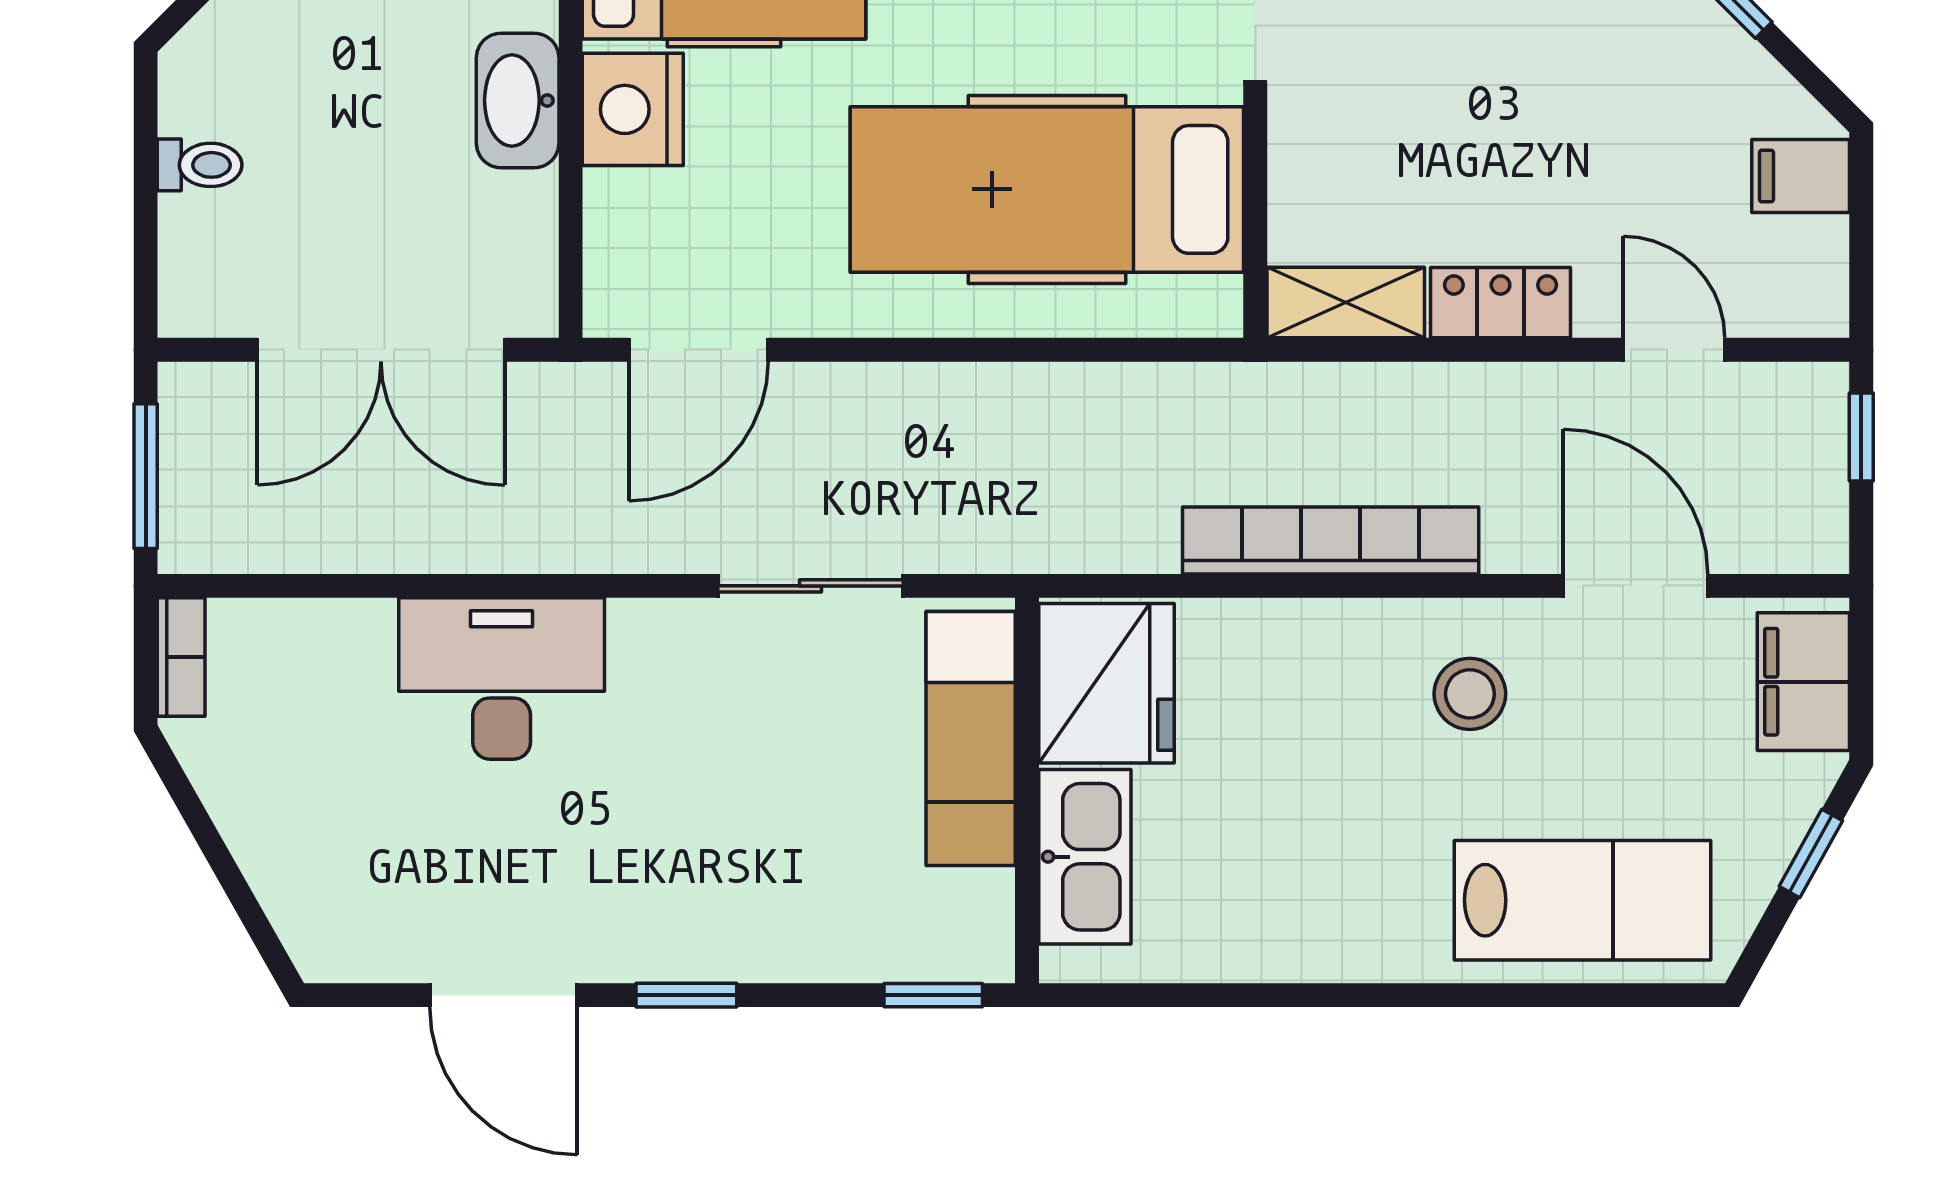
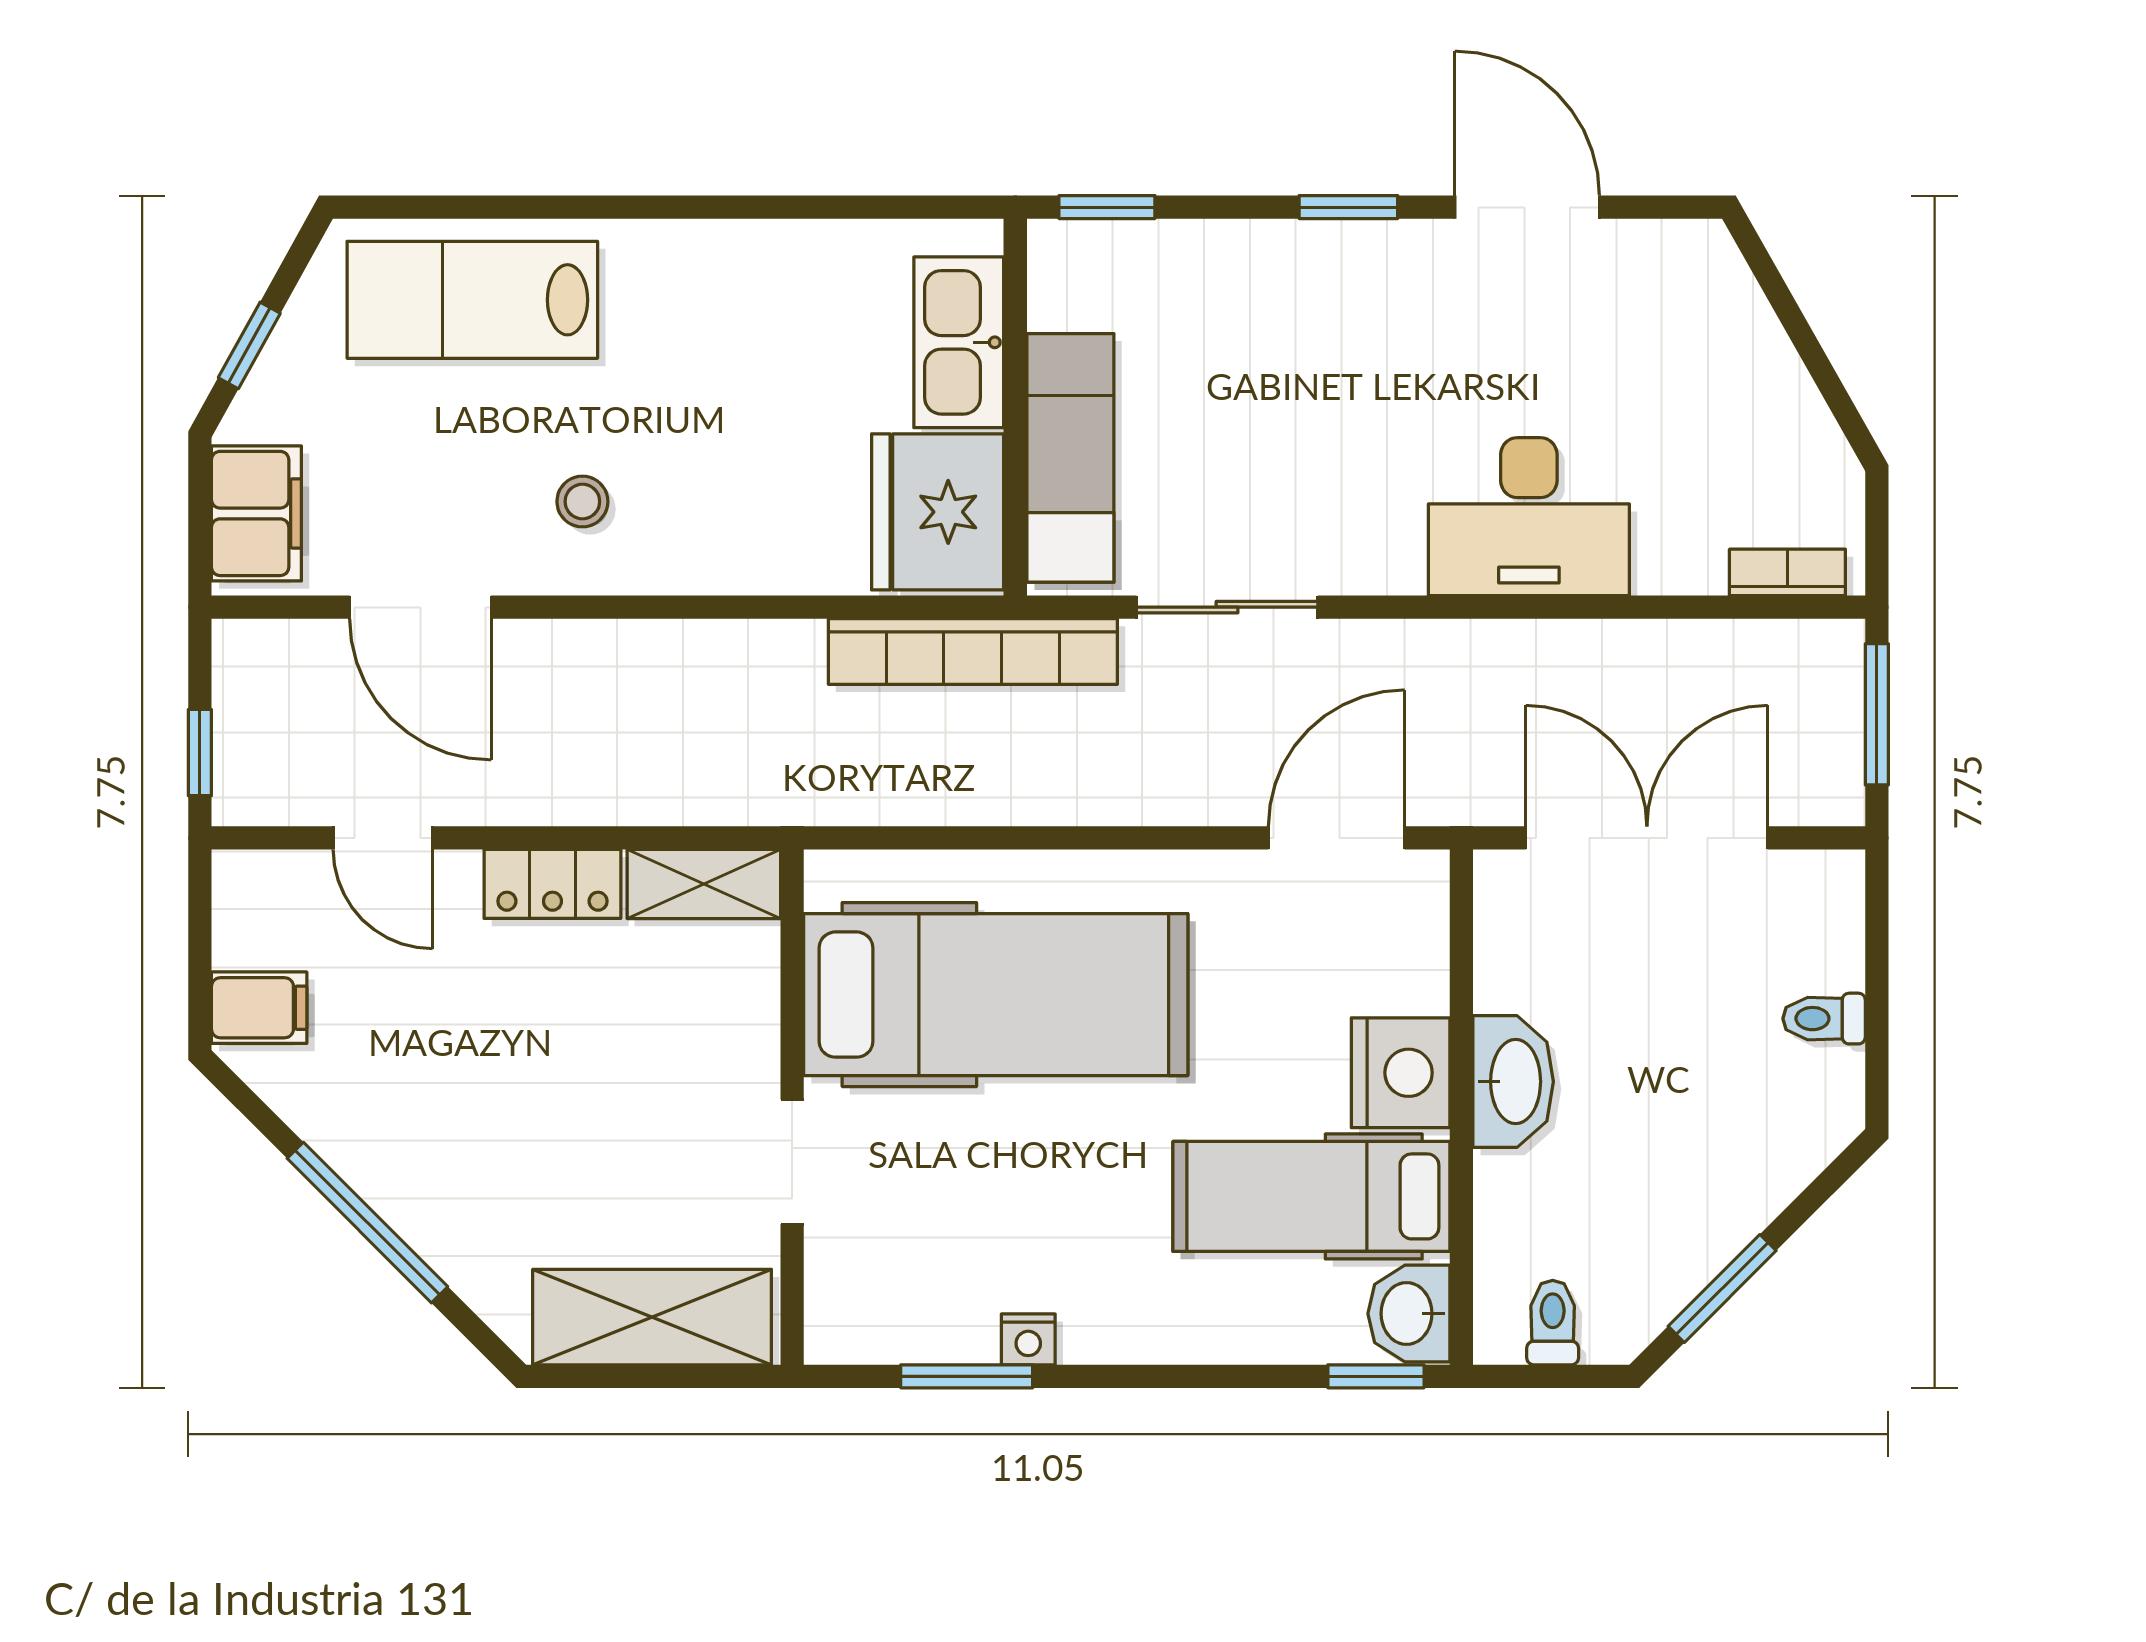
bookcase: (1331, 540) -> (973, 651), moved
bookcase: (181, 657) -> (1787, 572), moved, turned 90
stool: (1470, 694) -> (582, 502), width x0.73, depth x0.73

